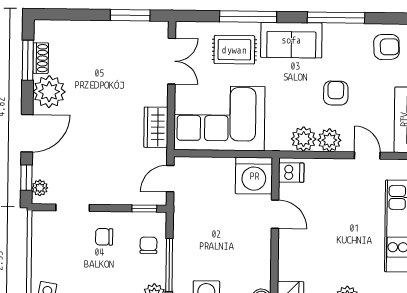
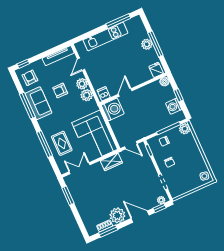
sofa: (291, 40) -> (38, 103), moved

